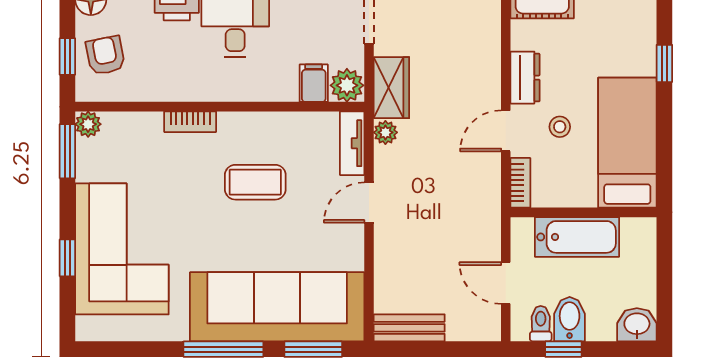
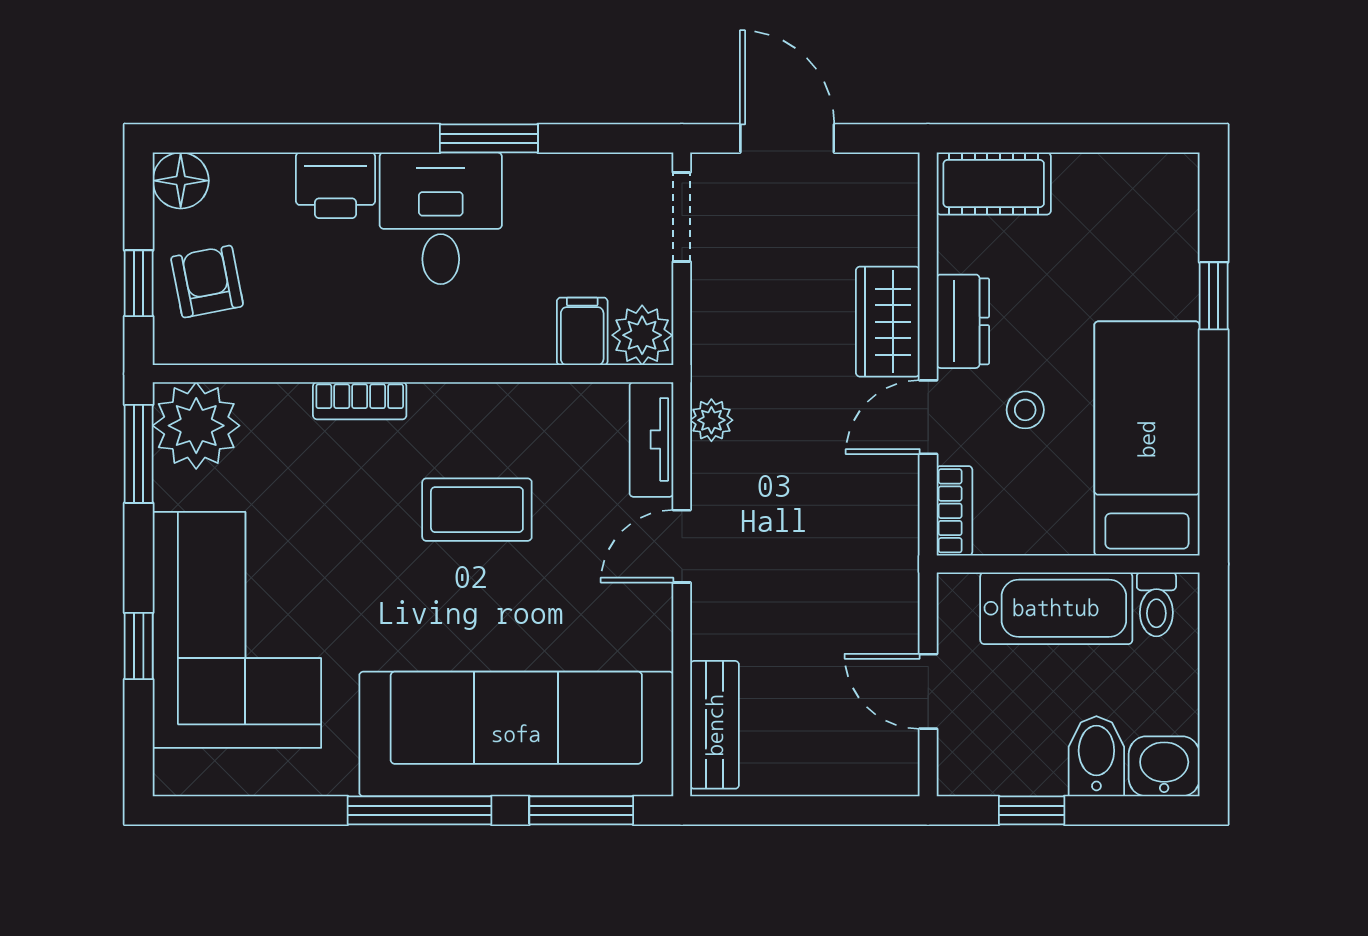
wardrobe: (391, 88) -> (888, 322), moved, turned 180
plant: (88, 124) -> (196, 426), width x1.87, depth x1.87
bidet: (570, 319) -> (1096, 756), moved
toilet: (541, 324) -> (1156, 604), moved, turned 180
bench: (409, 328) -> (715, 725), moved, turned 90

